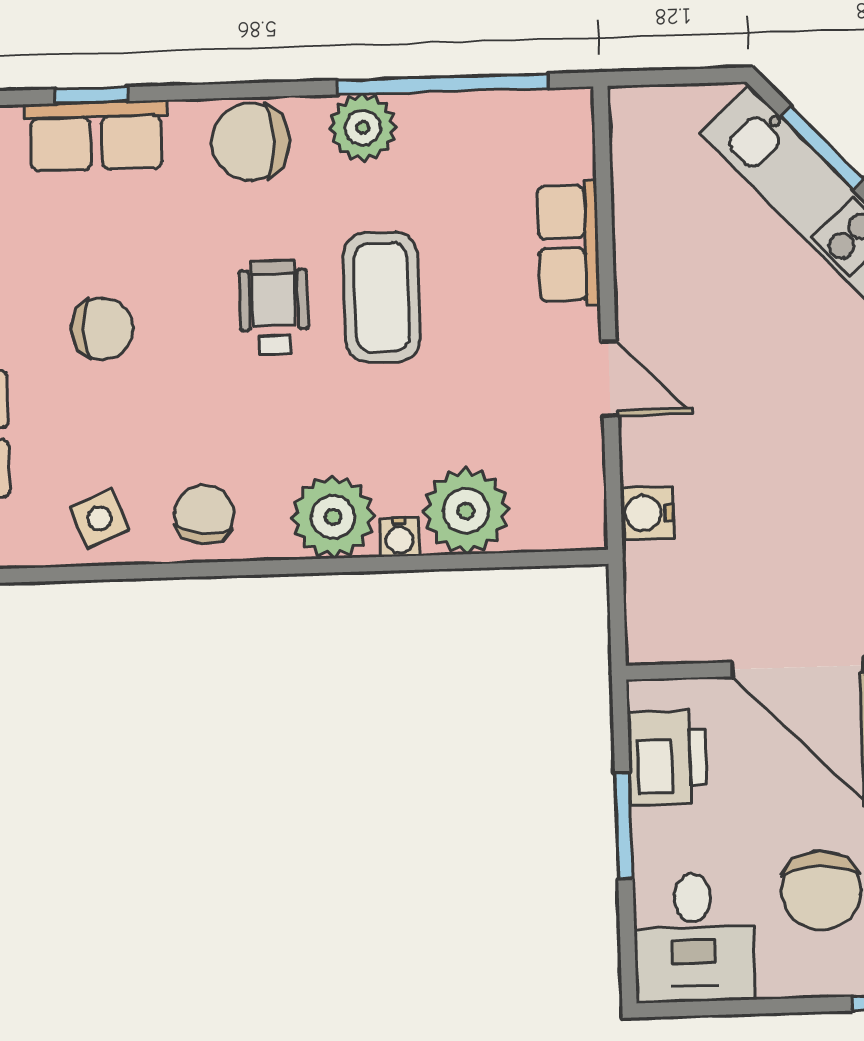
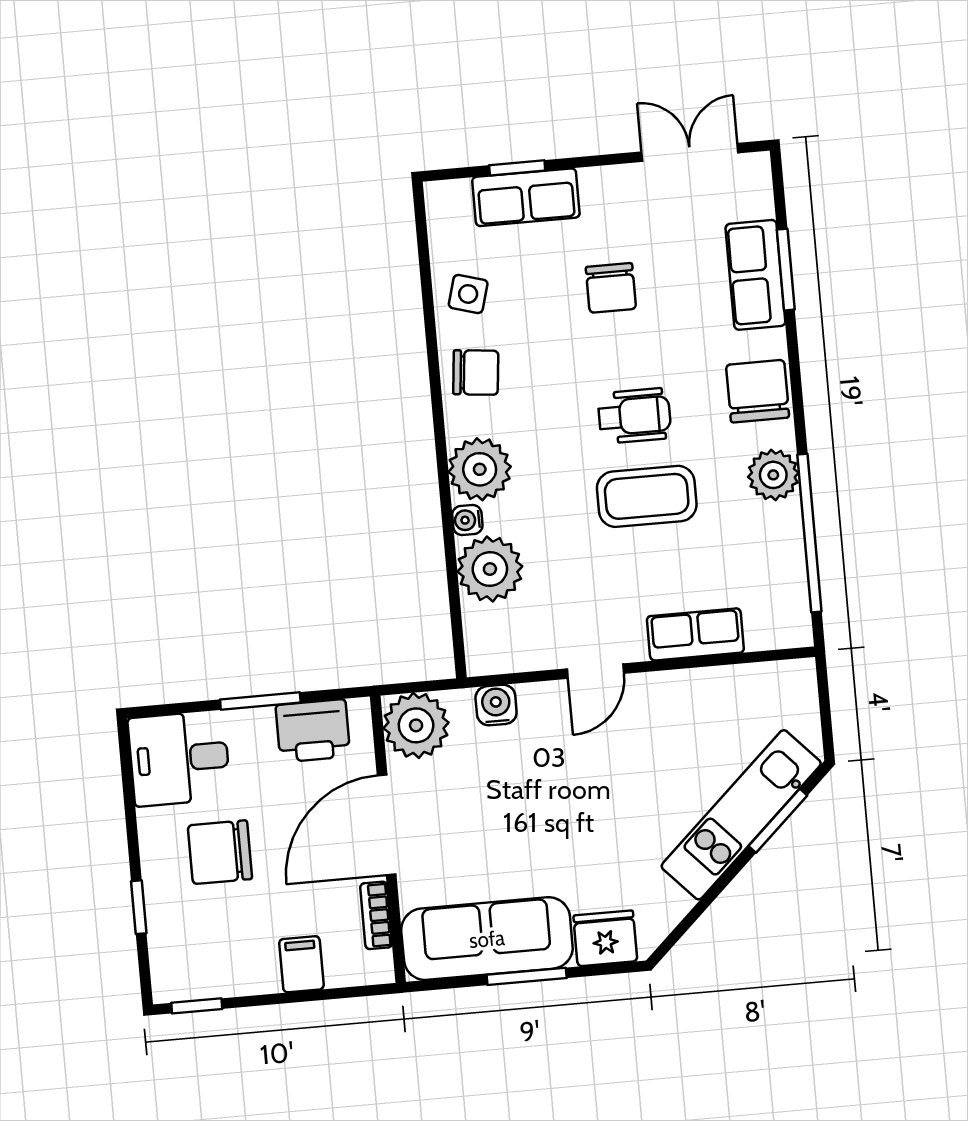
window: (91, 95) -> (786, 270), width x1.50
side table: (99, 519) -> (468, 294), turned 38
plant: (668, 621) -> (416, 725), added

